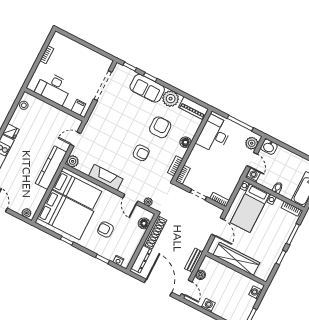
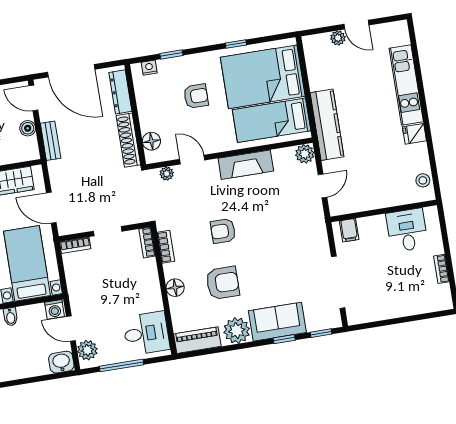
desk: (54, 88) -> (407, 230), width x0.73
armchair: (160, 127) -> (223, 283), turned -90
desk: (214, 134) -> (146, 333), width x0.73
plant: (26, 213) -> (338, 38), moved

